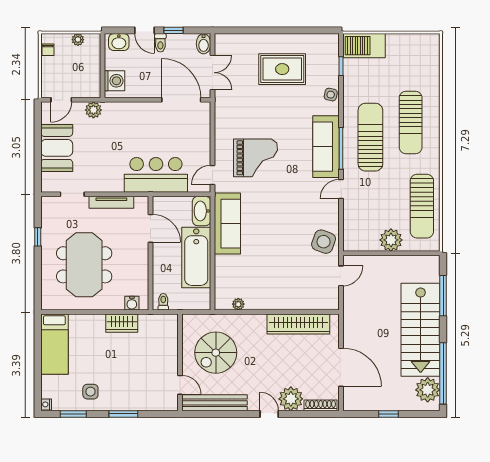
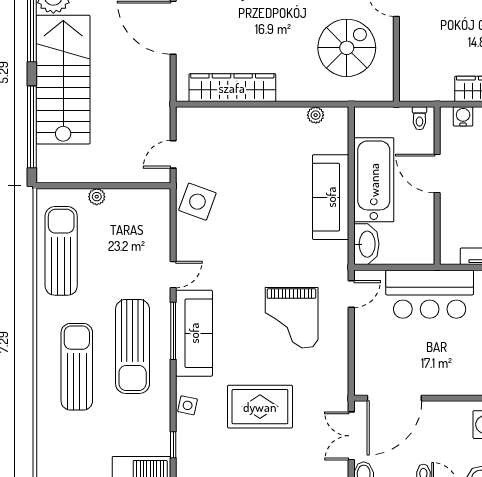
rug: (282, 69) -> (260, 407), moved
door: (181, 100) -> (394, 398), hinge flipped
grand piano: (256, 158) -> (292, 318), turned -90
sofa: (227, 224) -> (331, 197), moved
door: (150, 228) -> (437, 174), moved
plant: (391, 240) -> (97, 197), width x0.53, depth x0.53
window: (443, 296) -> (32, 127), width x1.46

